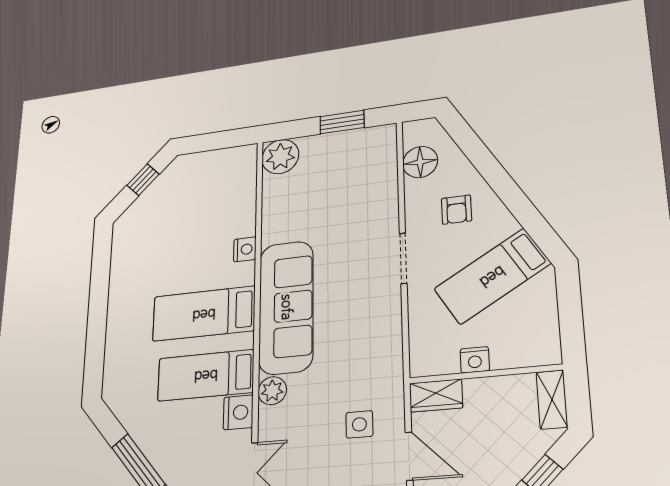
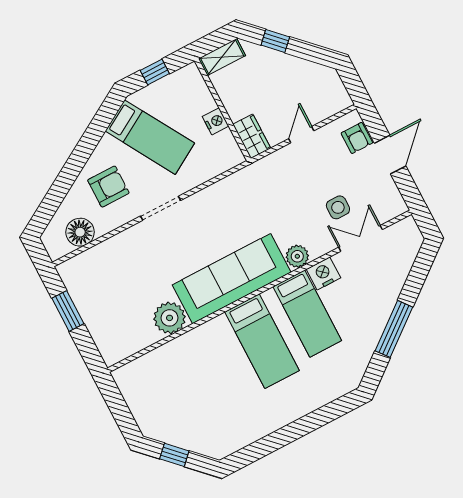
plant: (280, 157) -> (170, 318), moved
armchair: (456, 210) -> (108, 187), width x1.38, depth x1.38
nightstand: (245, 249) -> (200, 336), removed
window: (570, 311) -> (155, 72), added
side table: (359, 424) -> (338, 207), moved
door: (409, 456) -> (301, 135), width x0.73

